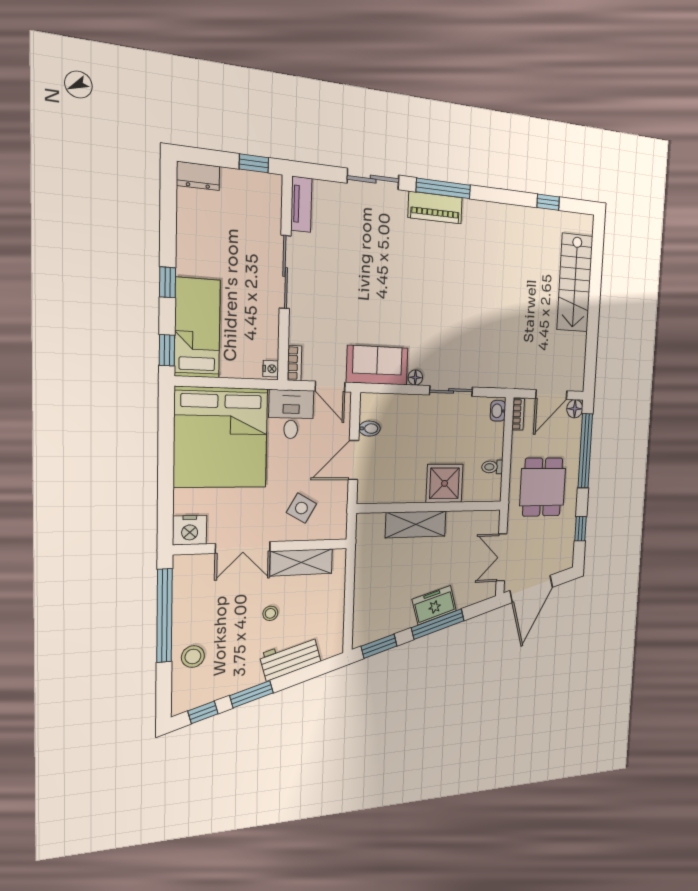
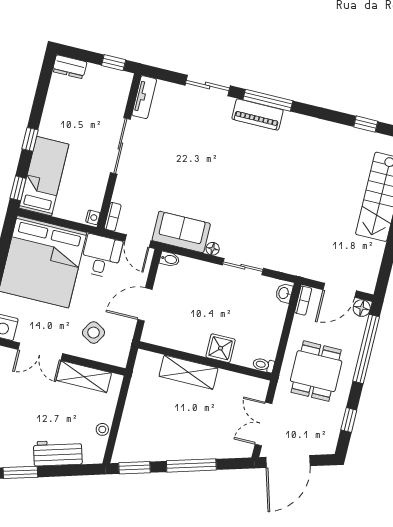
bidet: (370, 429) -> (170, 259), moved
toilet: (492, 467) -> (264, 365), moved
shower: (445, 483) -> (221, 348), width x0.73, depth x0.73
freezer: (434, 605) -> (191, 448), removed
stool: (270, 613) -> (102, 429), moved

